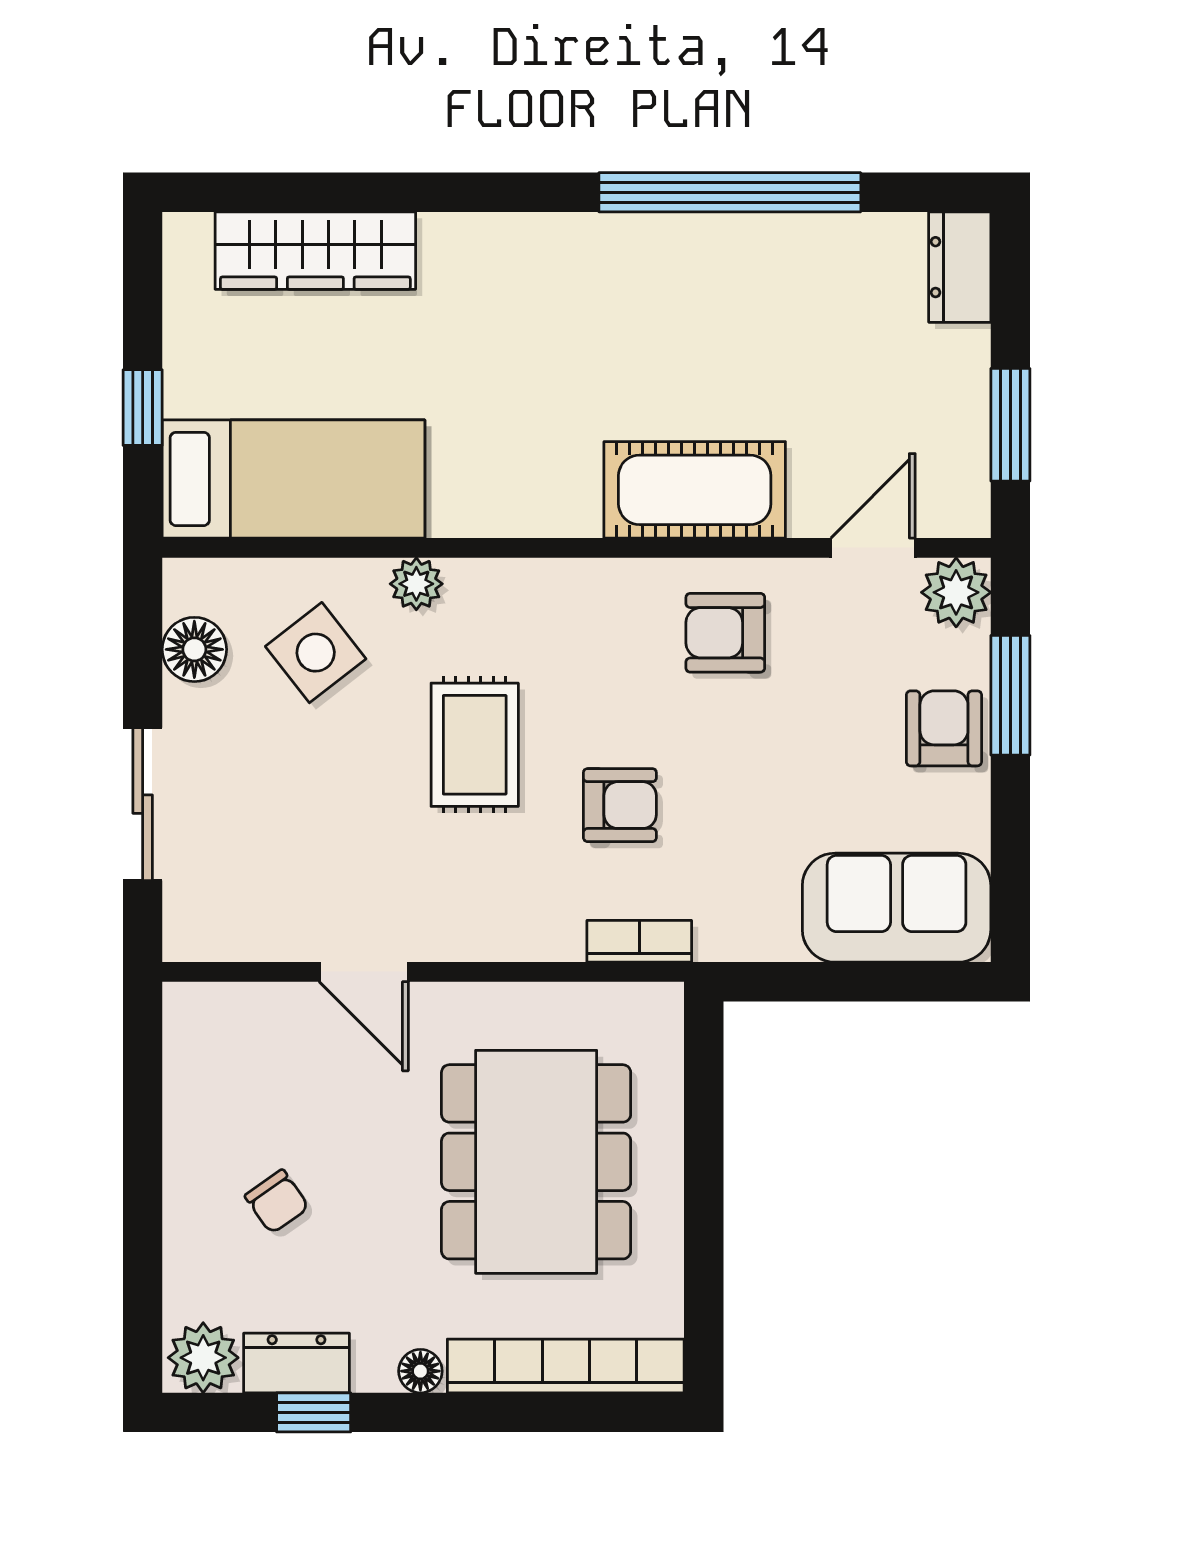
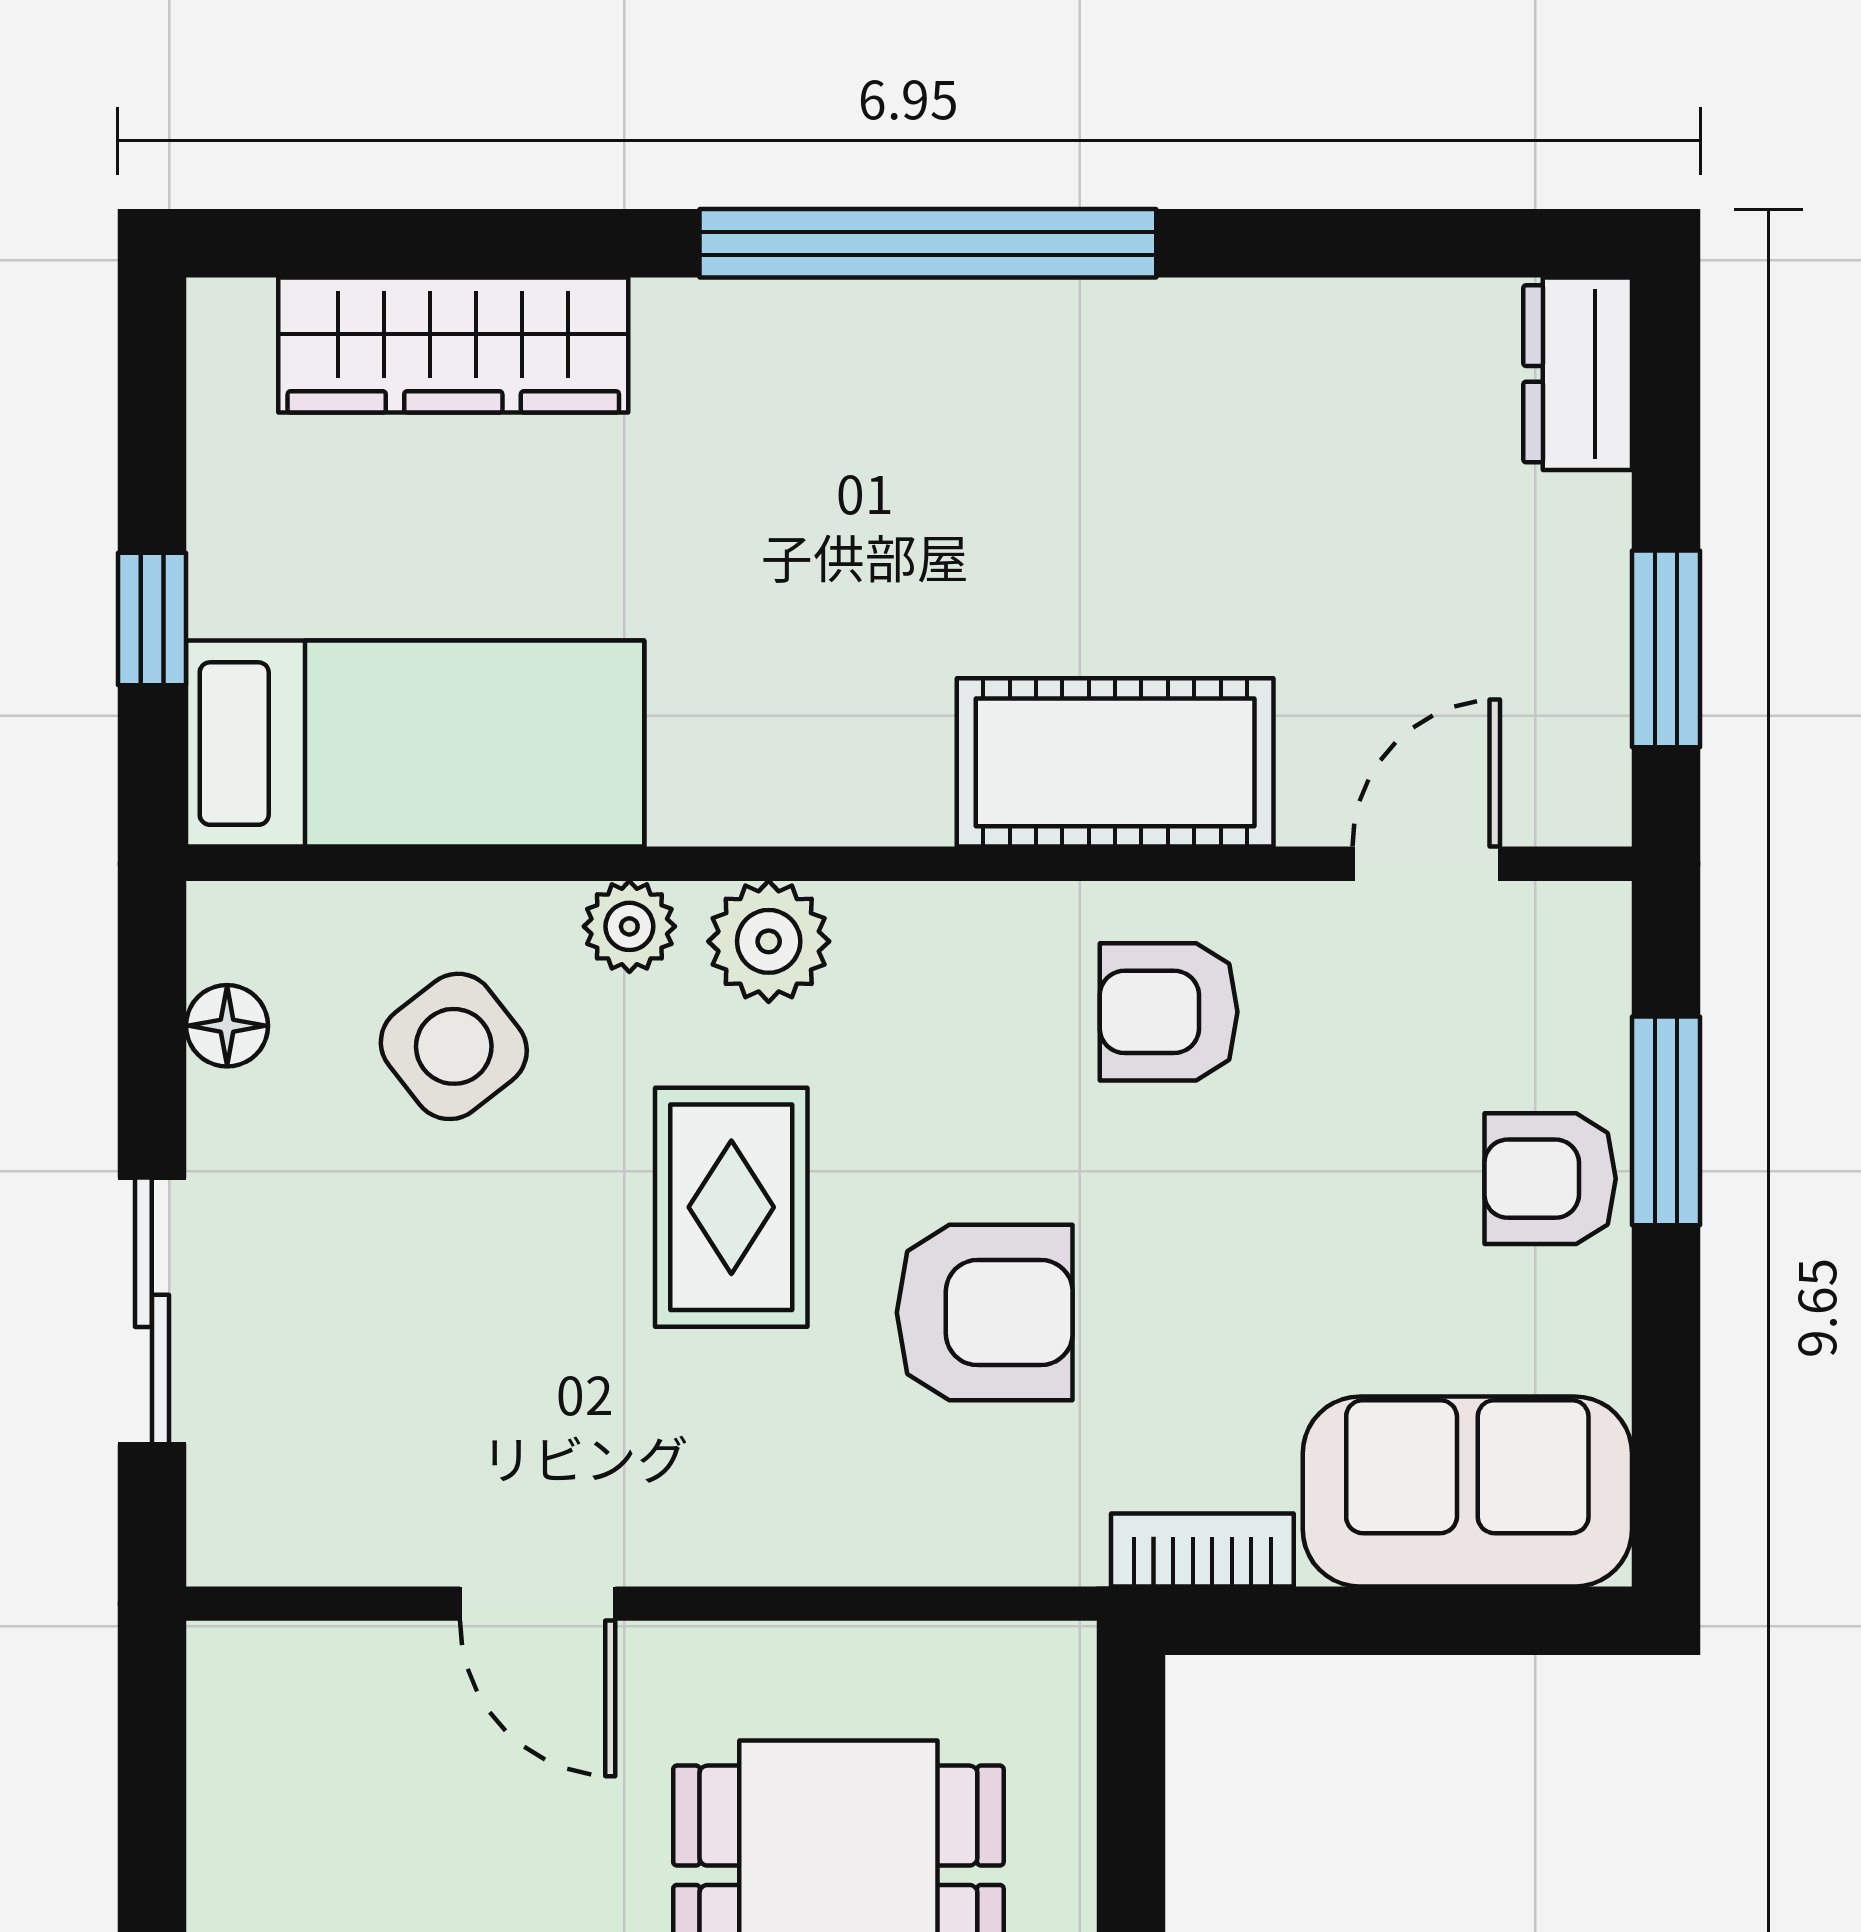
window: (730, 192) -> (928, 243), moved
plant: (956, 592) -> (769, 941), moved
floor lamp: (194, 649) -> (227, 1026), width x0.73, depth x0.73
armchair: (944, 728) -> (1550, 1179), turned -90
armchair: (620, 805) -> (985, 1313), width x1.38, depth x1.38
bookcase: (639, 941) -> (1202, 1550), moved

